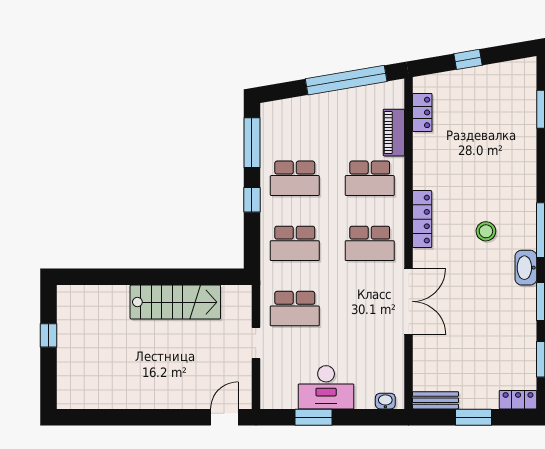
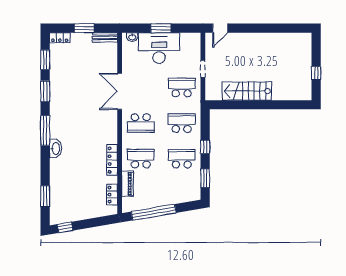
window: (468, 59) -> (65, 227), moved
window: (252, 143) -> (205, 178), width x0.69
locker: (422, 219) -> (112, 160), moved
stool: (486, 231) -> (77, 130), removed
school desk: (370, 243) -> (141, 123), turned 180
washbasin: (526, 268) -> (55, 148), moved
desk: (326, 387) -> (159, 48), width x1.36, depth x1.30
window: (314, 417) -> (161, 28), moved

